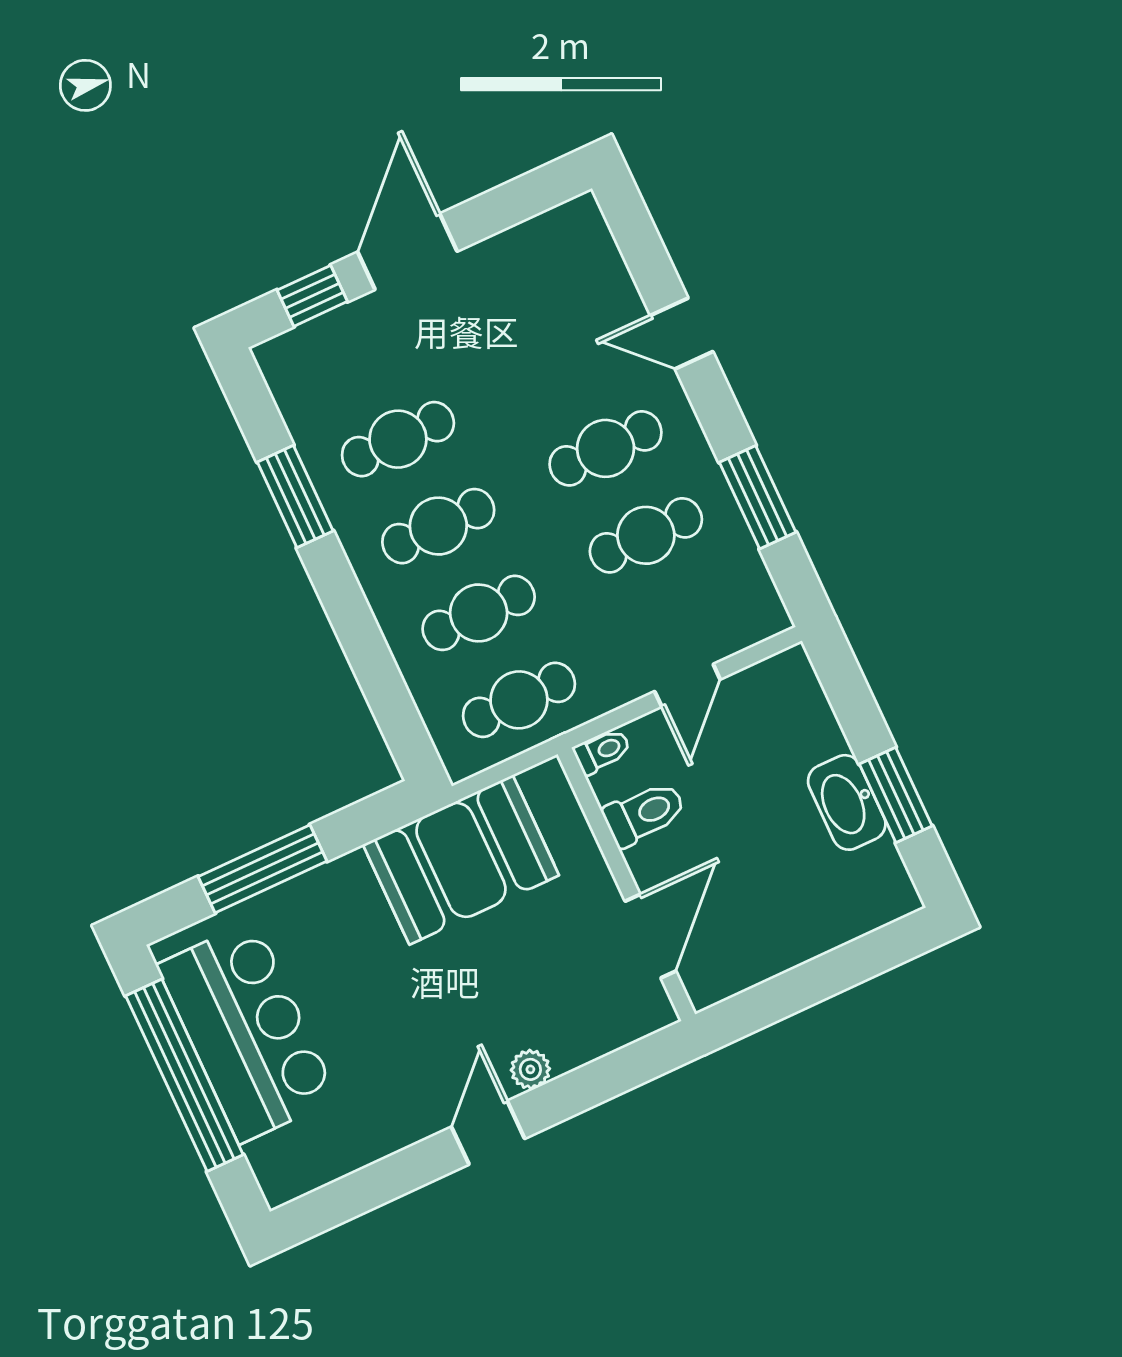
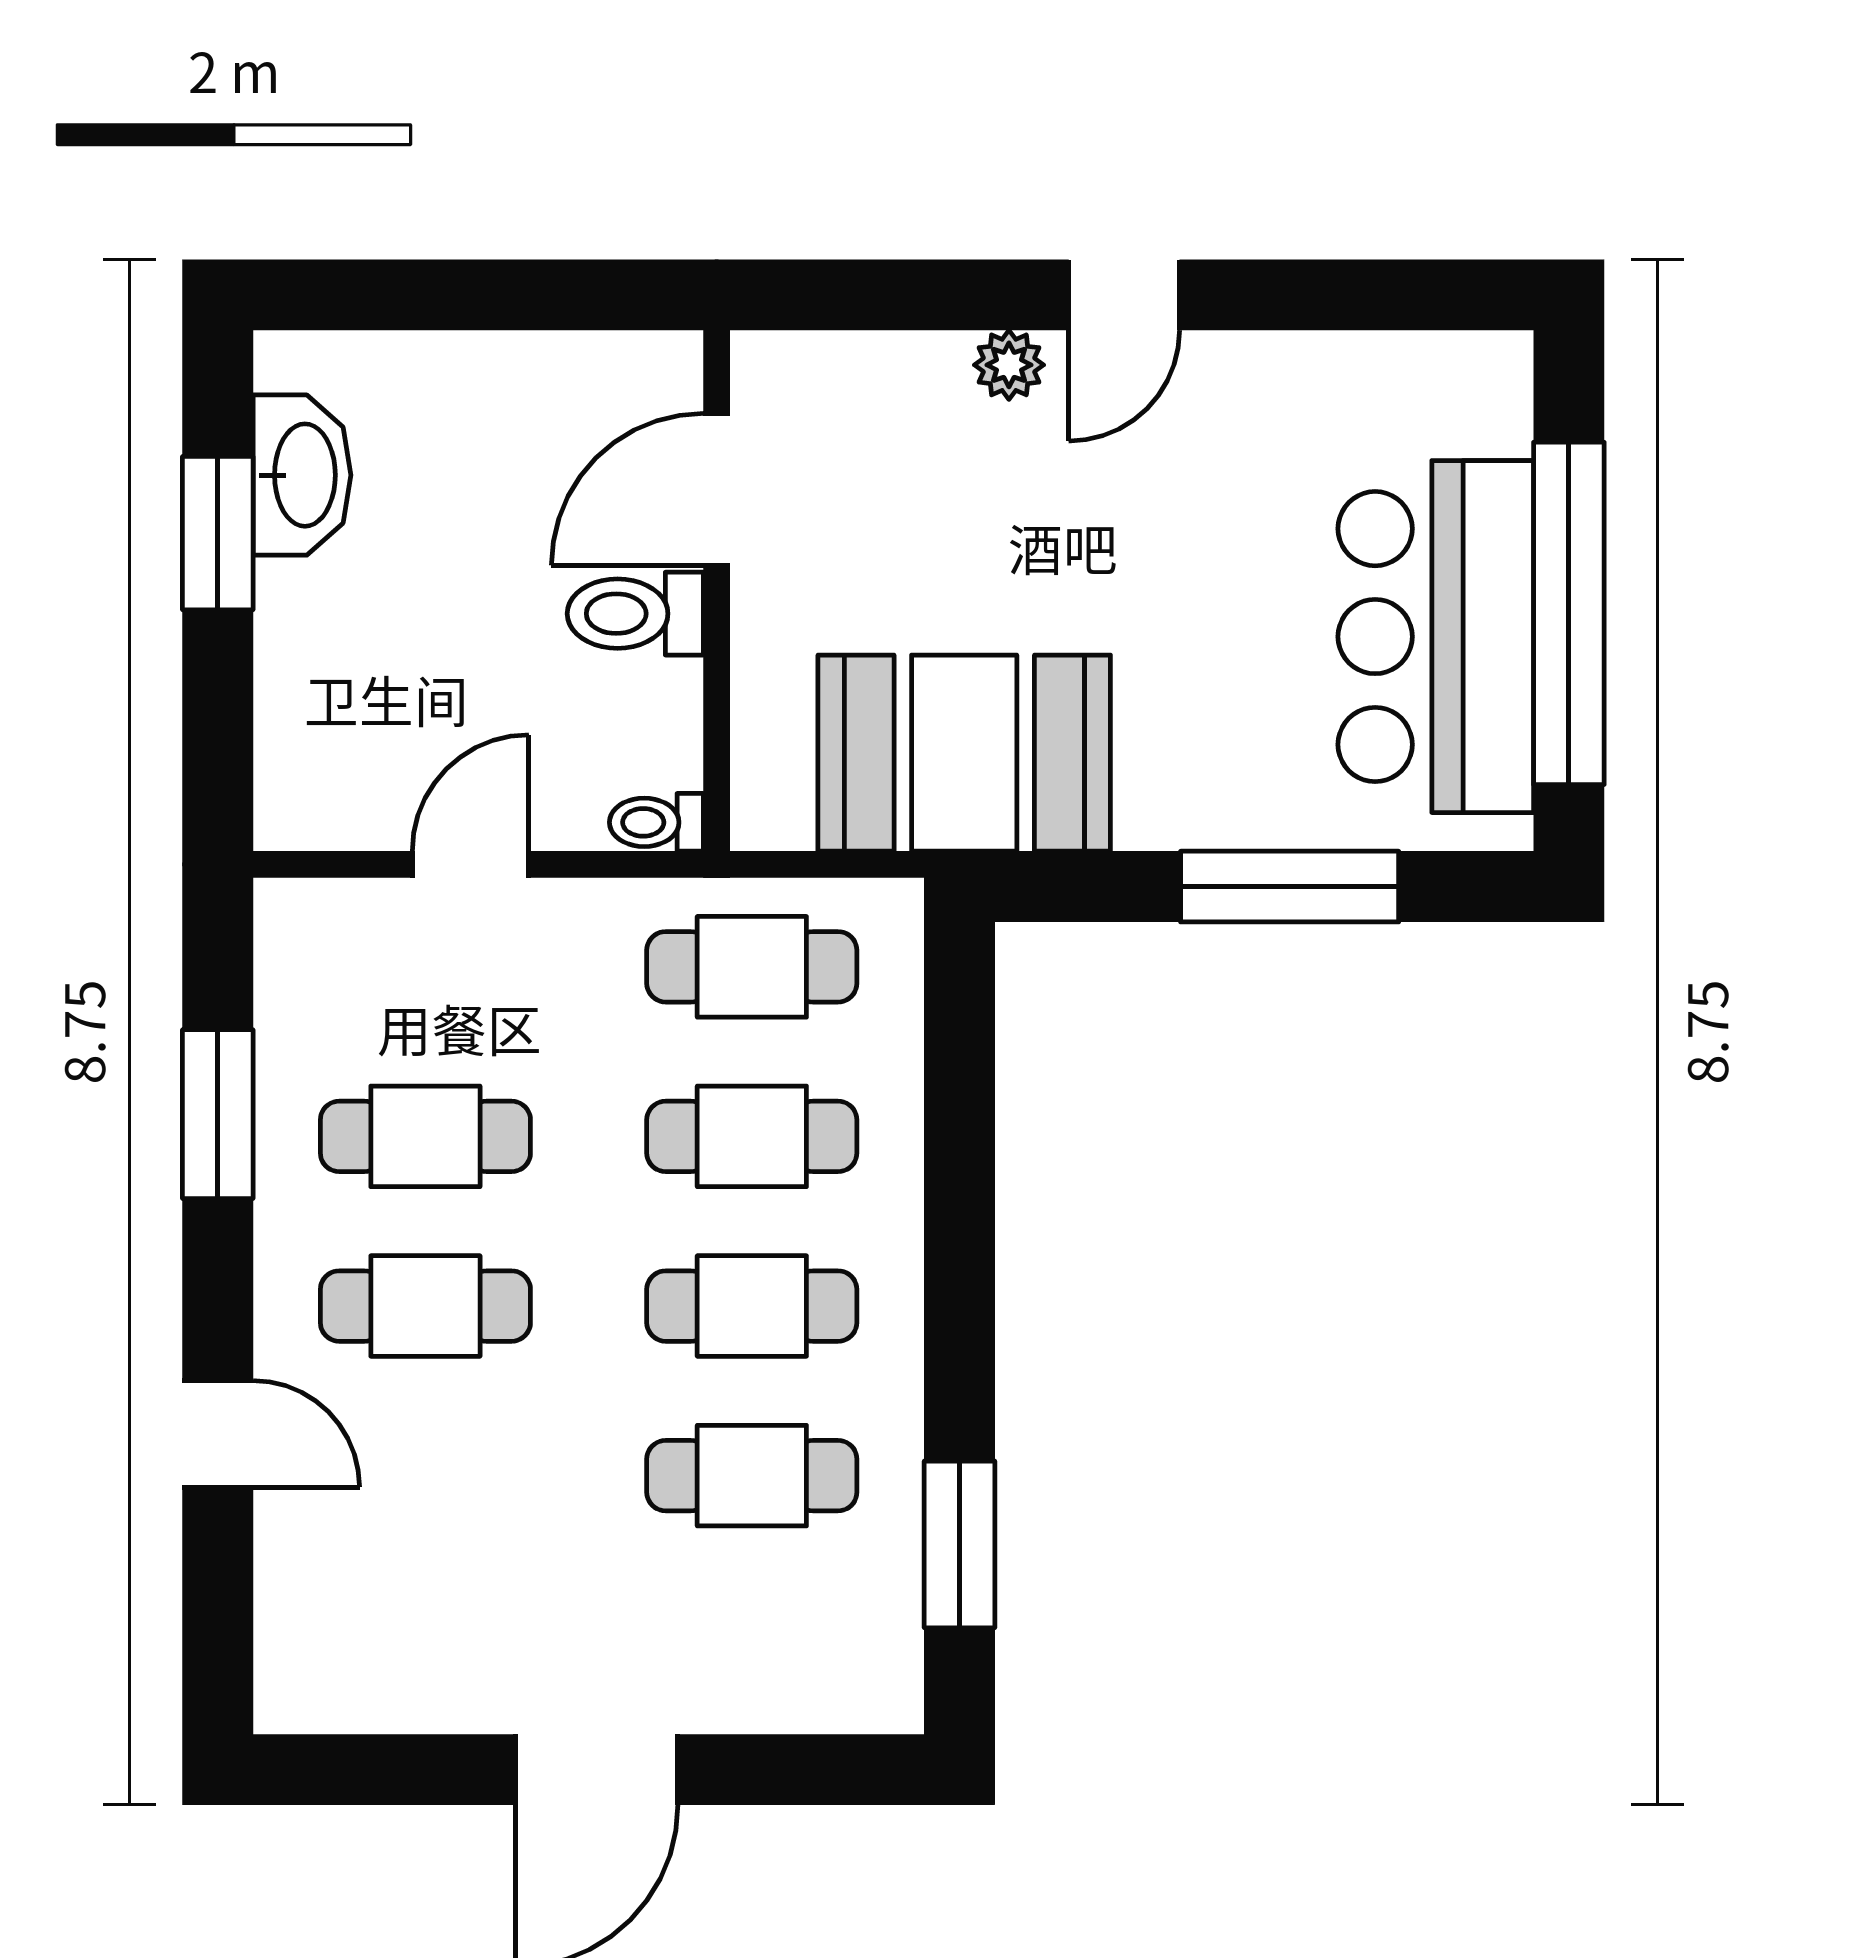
window: (312, 296) -> (783, 1770), removed
window: (295, 496) -> (960, 1544), moved
washbasin: (847, 802) -> (302, 475), moved
toilet: (644, 814) -> (635, 614), moved

